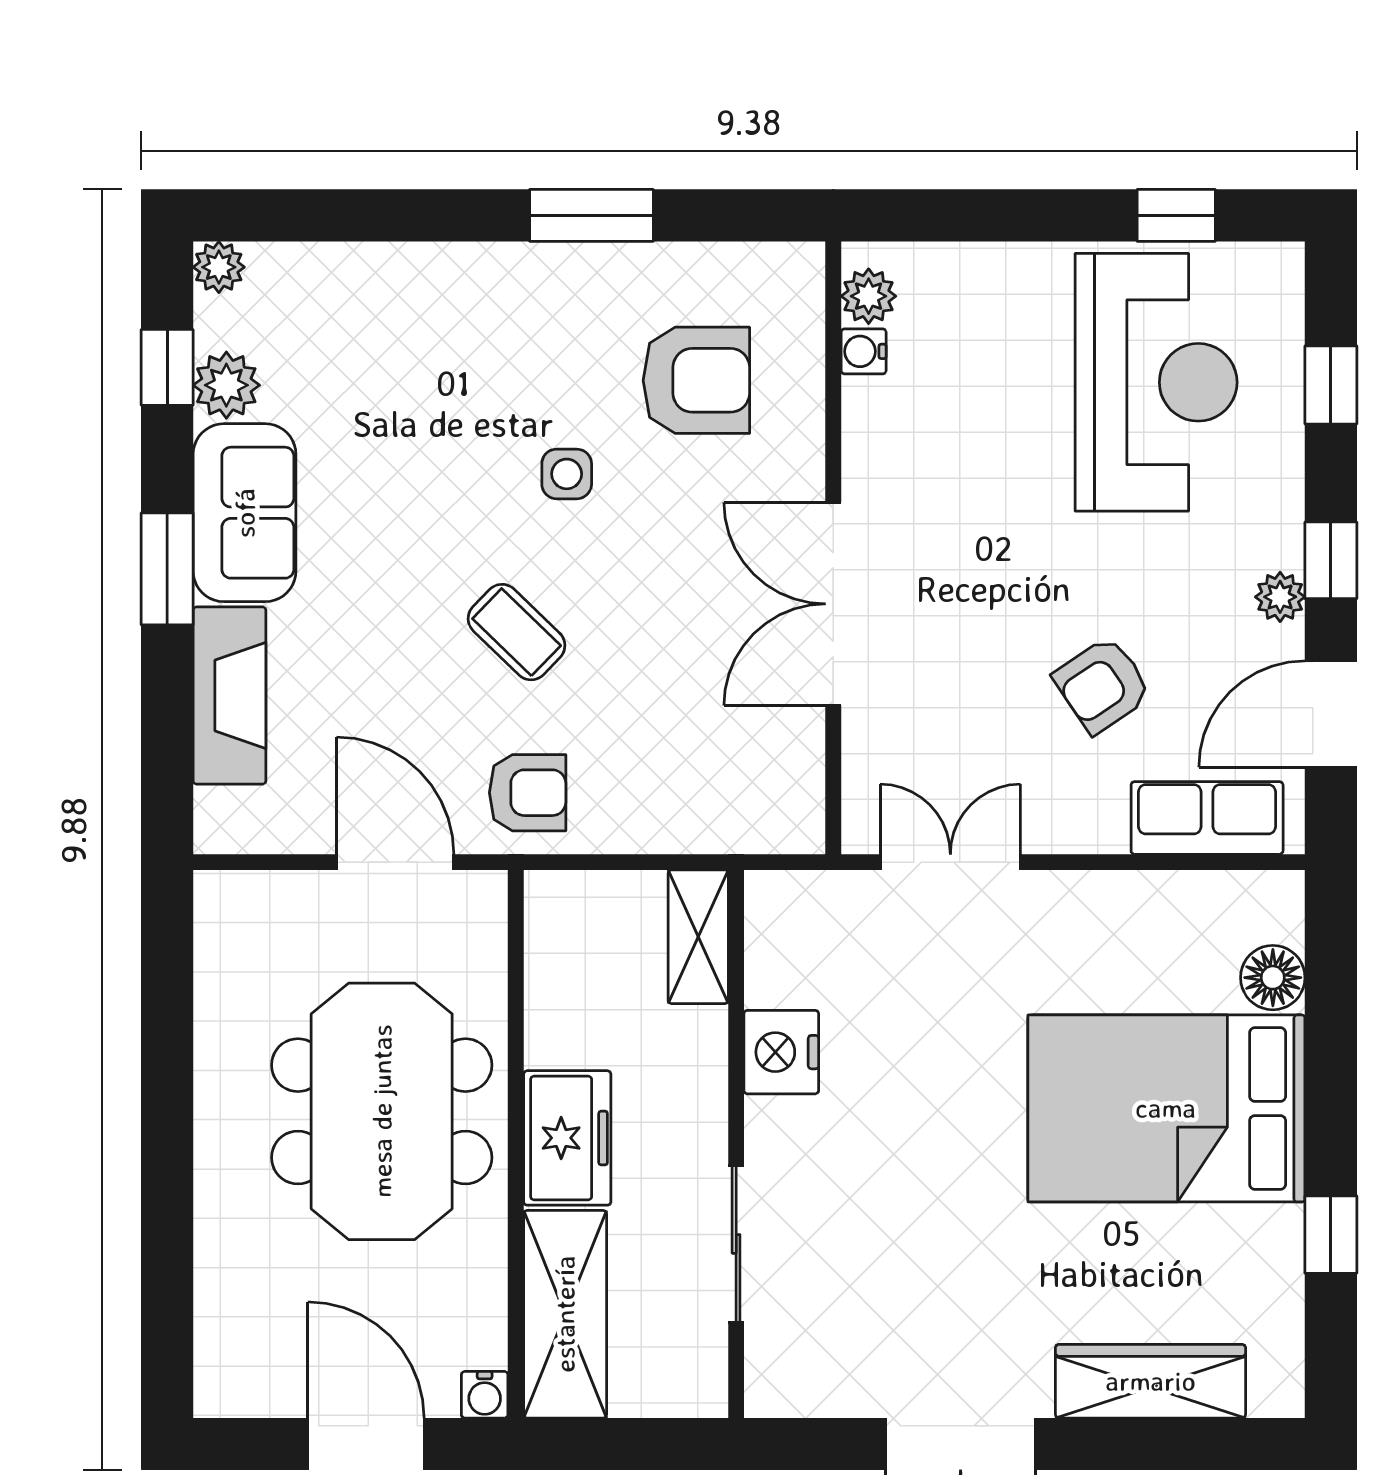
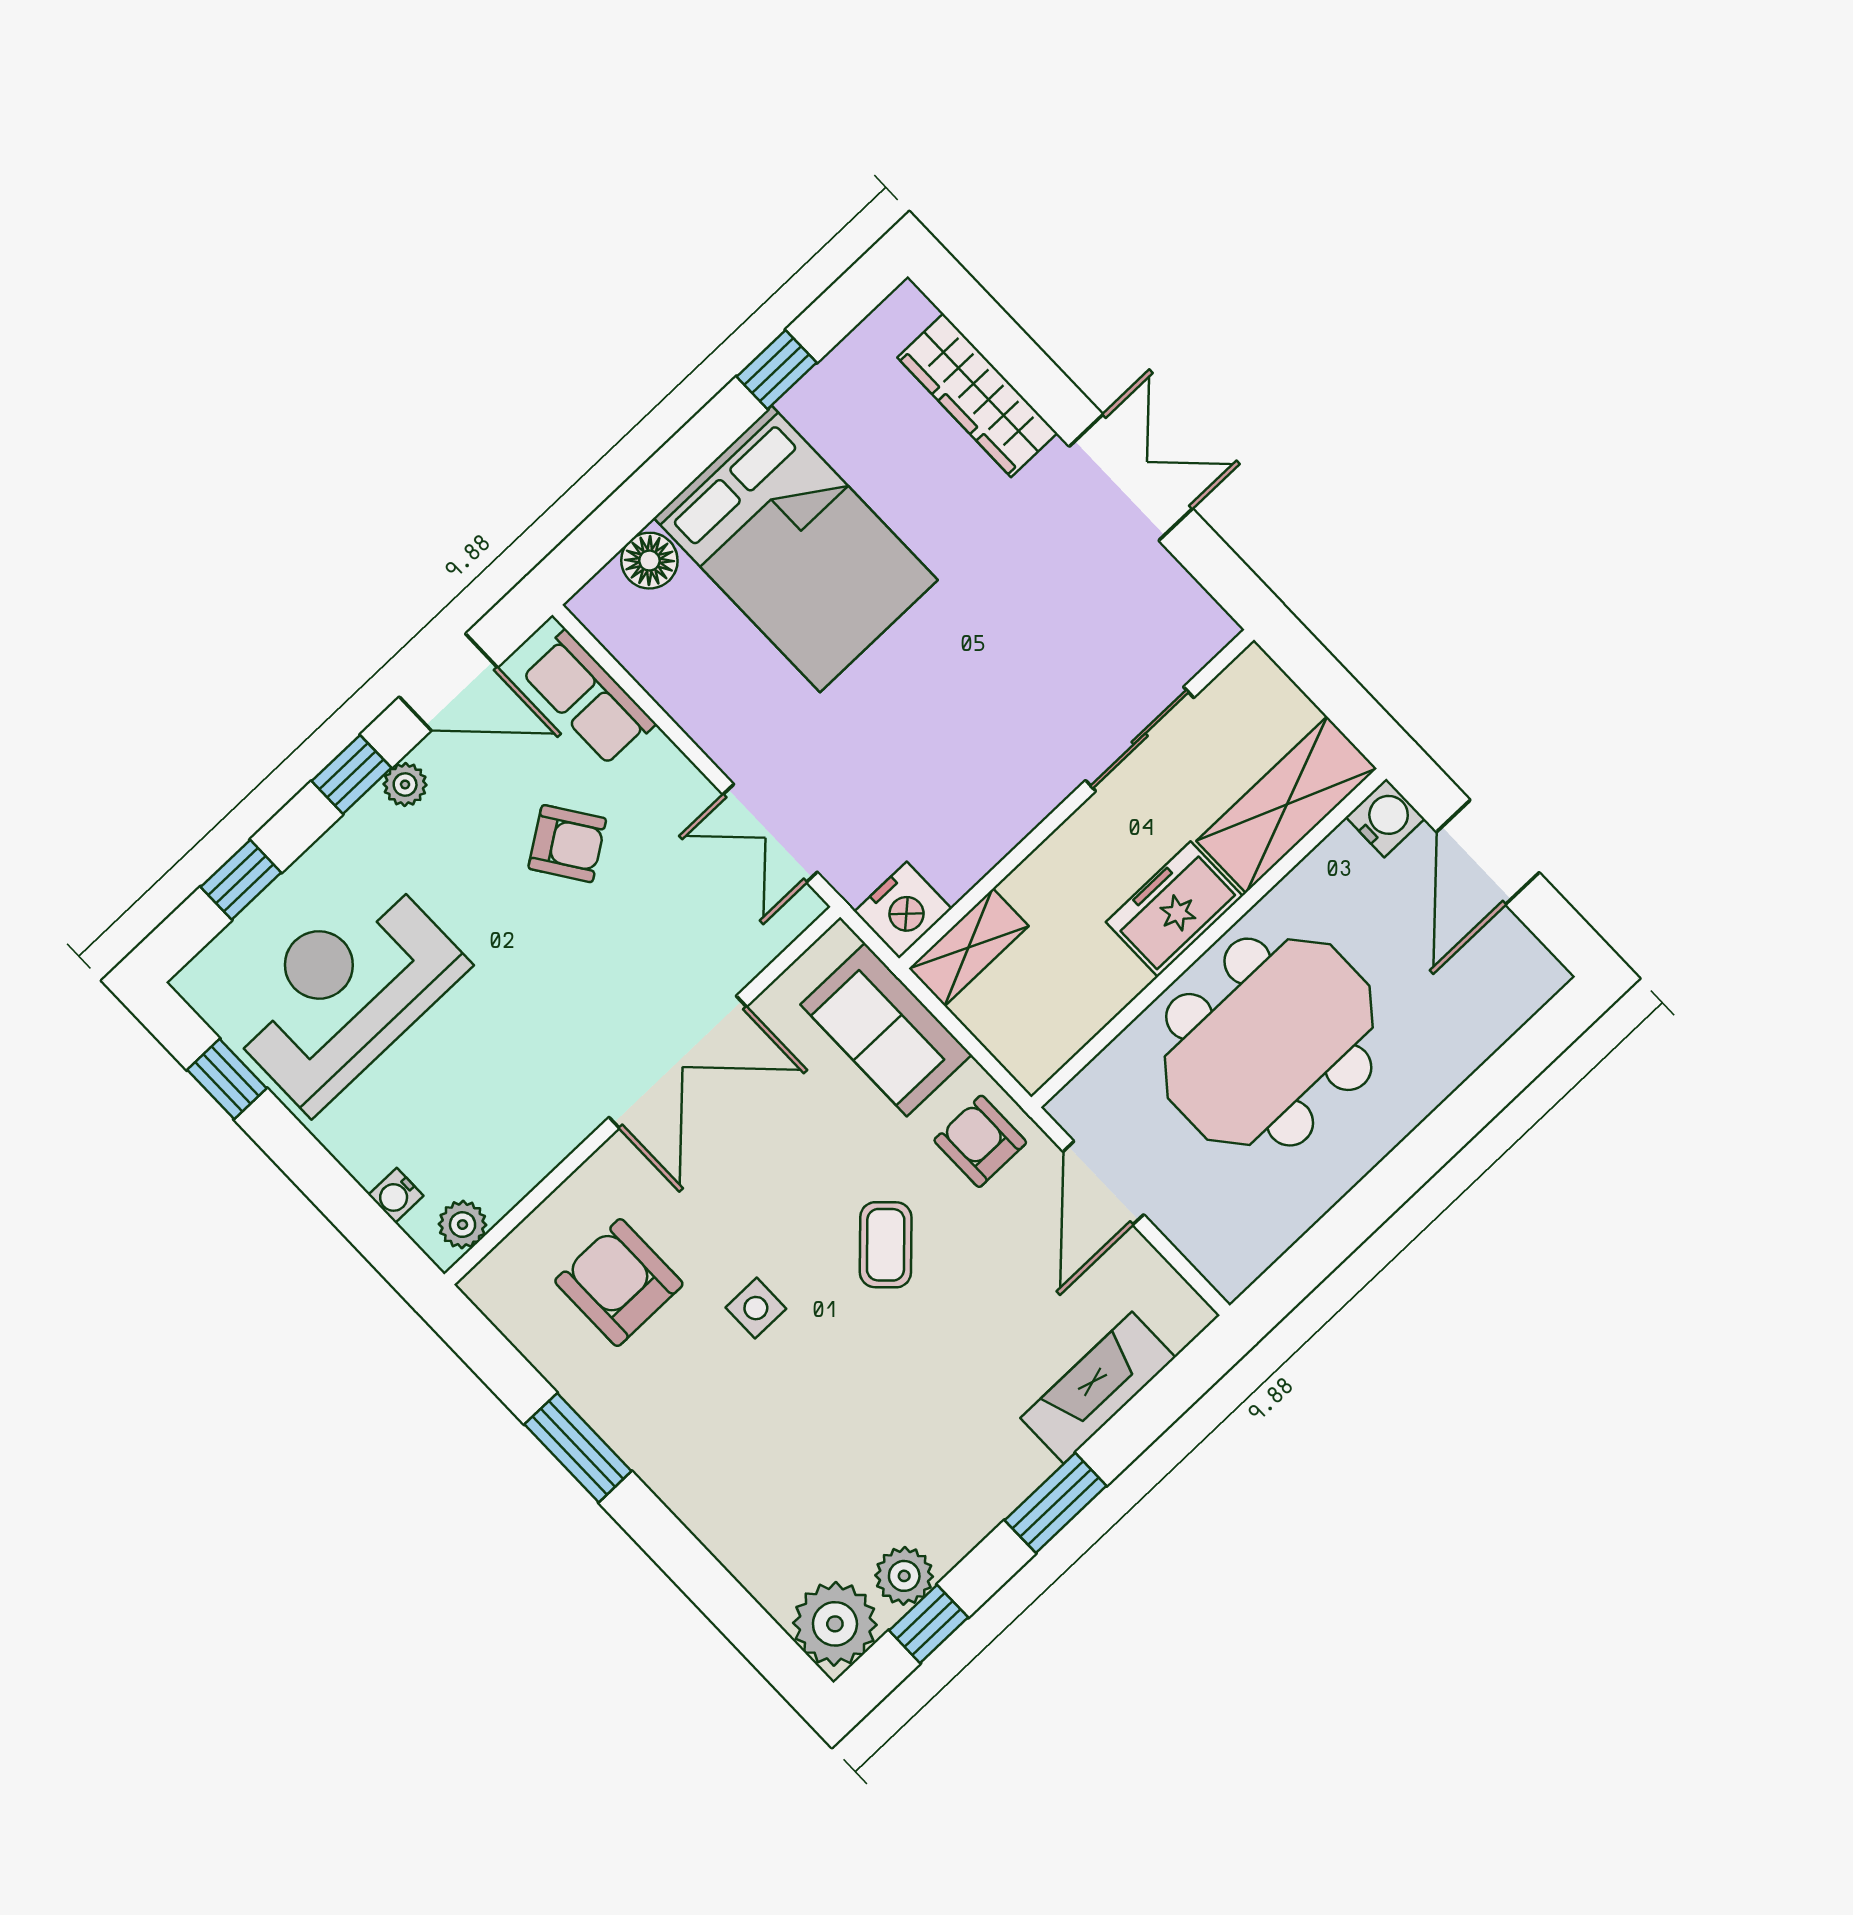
plant: (219, 267) -> (835, 1624), width x1.88, depth x1.88
water cooler: (864, 351) -> (396, 1195), moved, turned 90
sofa: (245, 513) -> (886, 1030), moved, turned -90
nightstand: (781, 1052) -> (903, 910), moved
water cooler: (485, 1395) -> (1385, 818), width x1.38, depth x1.38

